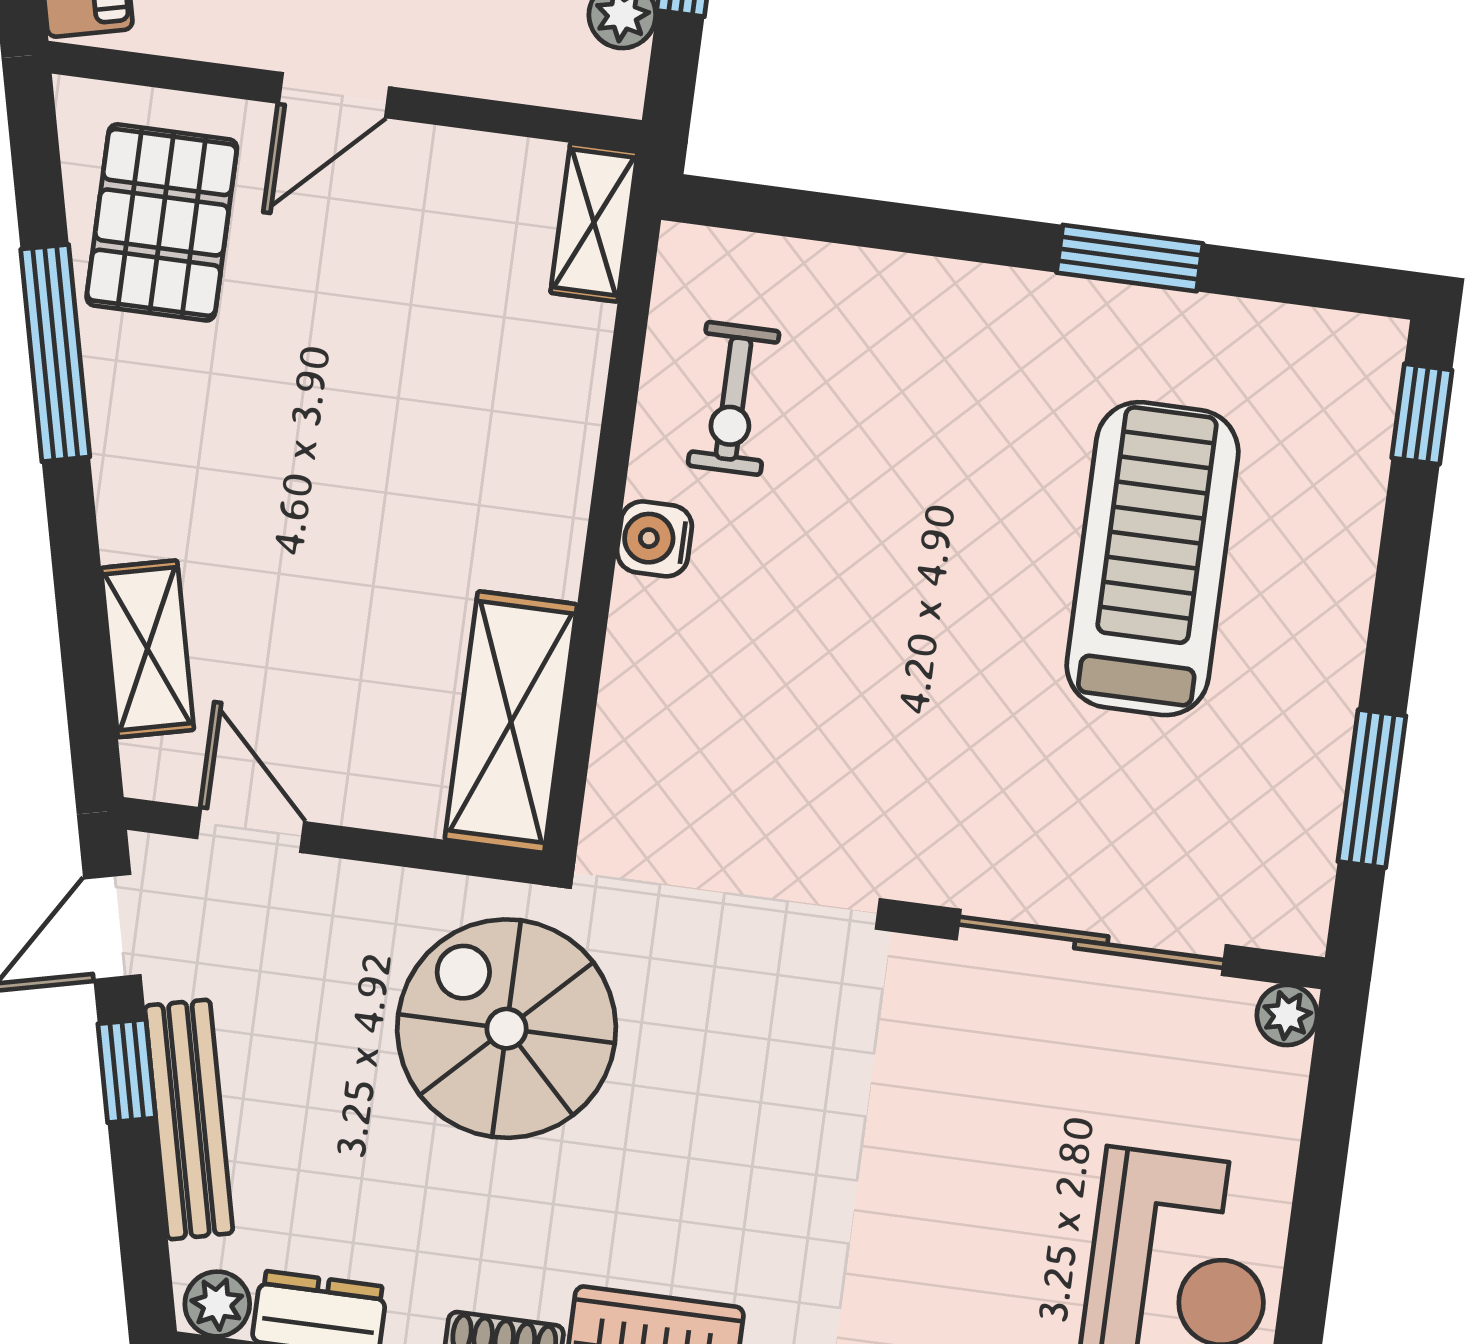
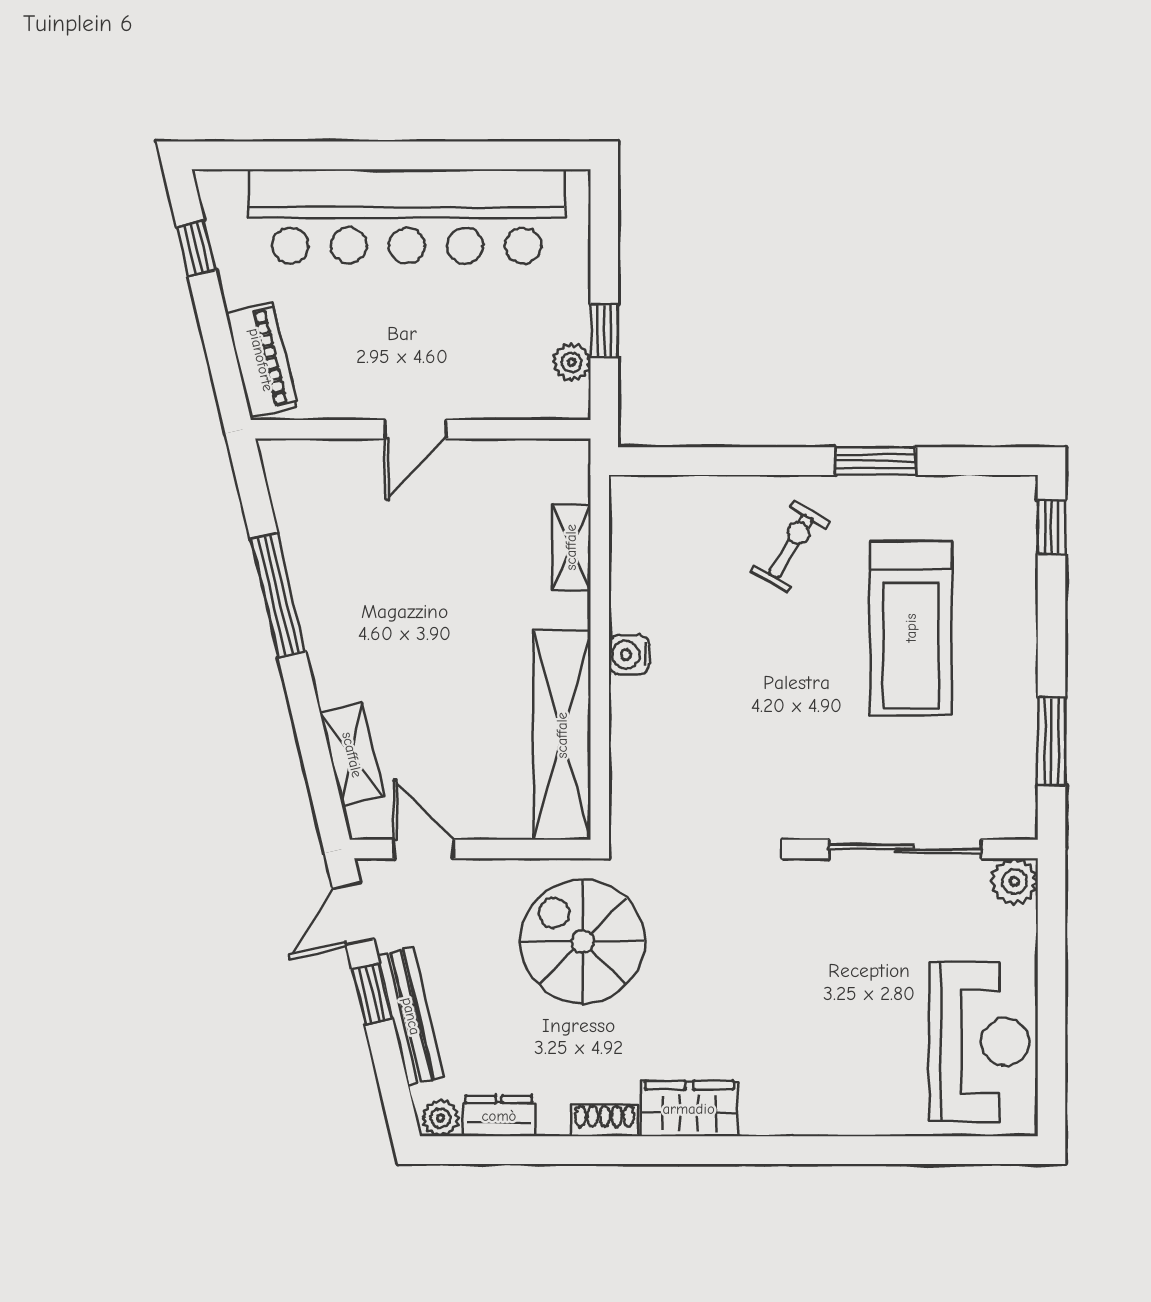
pallet: (162, 222) -> (328, 514), removed
shelving: (594, 222) -> (571, 547), moved
exercise bike: (734, 398) -> (790, 546), moved, turned -149
treadmill: (1153, 559) -> (911, 628), turned 180
shelving: (511, 722) -> (562, 735), width x1.47
plant: (1287, 1015) -> (1014, 882), width x1.38, depth x1.38

